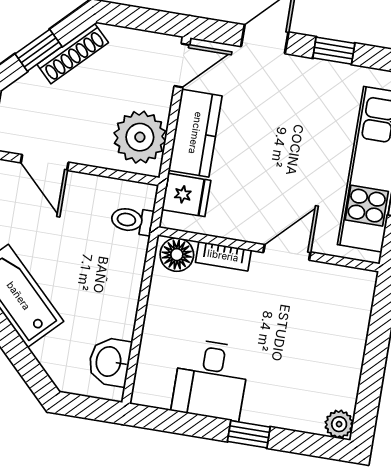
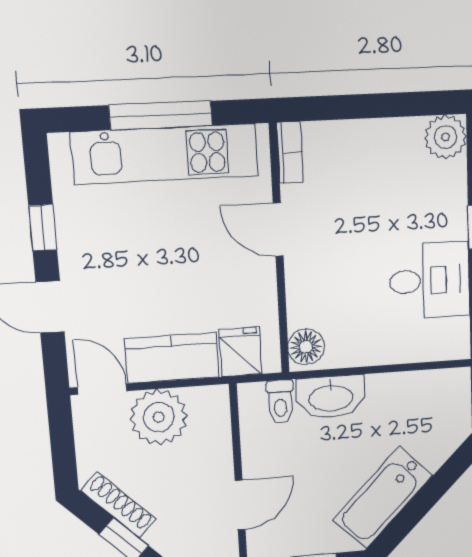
plant: (140, 137) -> (159, 417), moved
bookcase: (223, 256) -> (290, 153), moved
washbasin: (110, 362) -> (331, 397), moved, width x1.38
plant: (339, 424) -> (445, 137), width x1.38, depth x1.38

